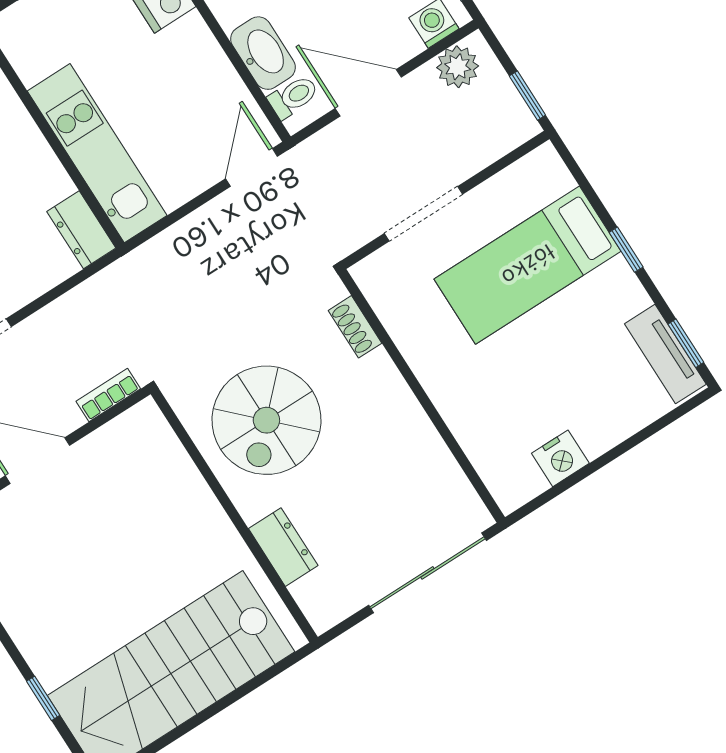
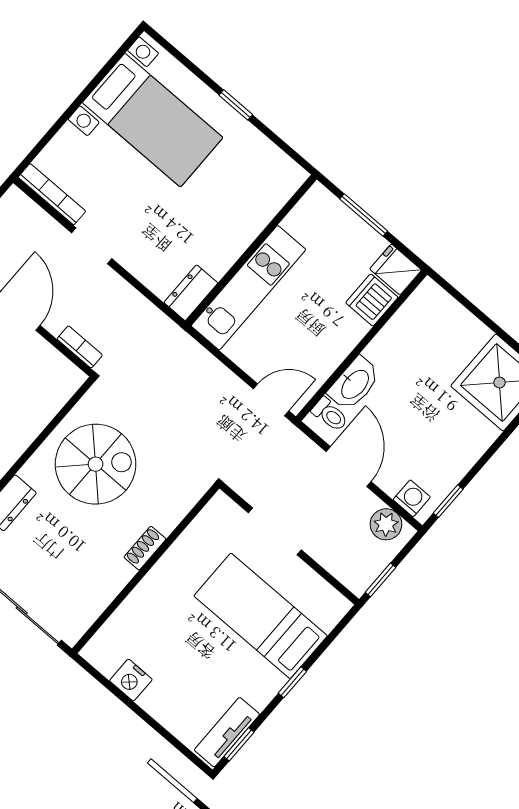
shoe rack: (355, 327) -> (145, 548), moved
spiral stairs: (266, 420) -> (96, 464), turned 180

